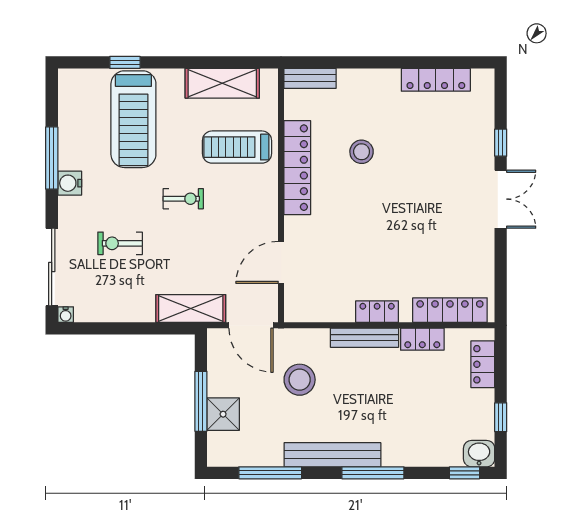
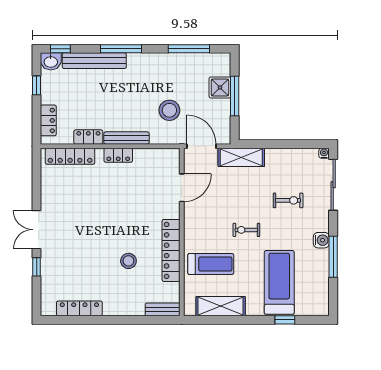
bench: (332, 455) -> (94, 61), moved

